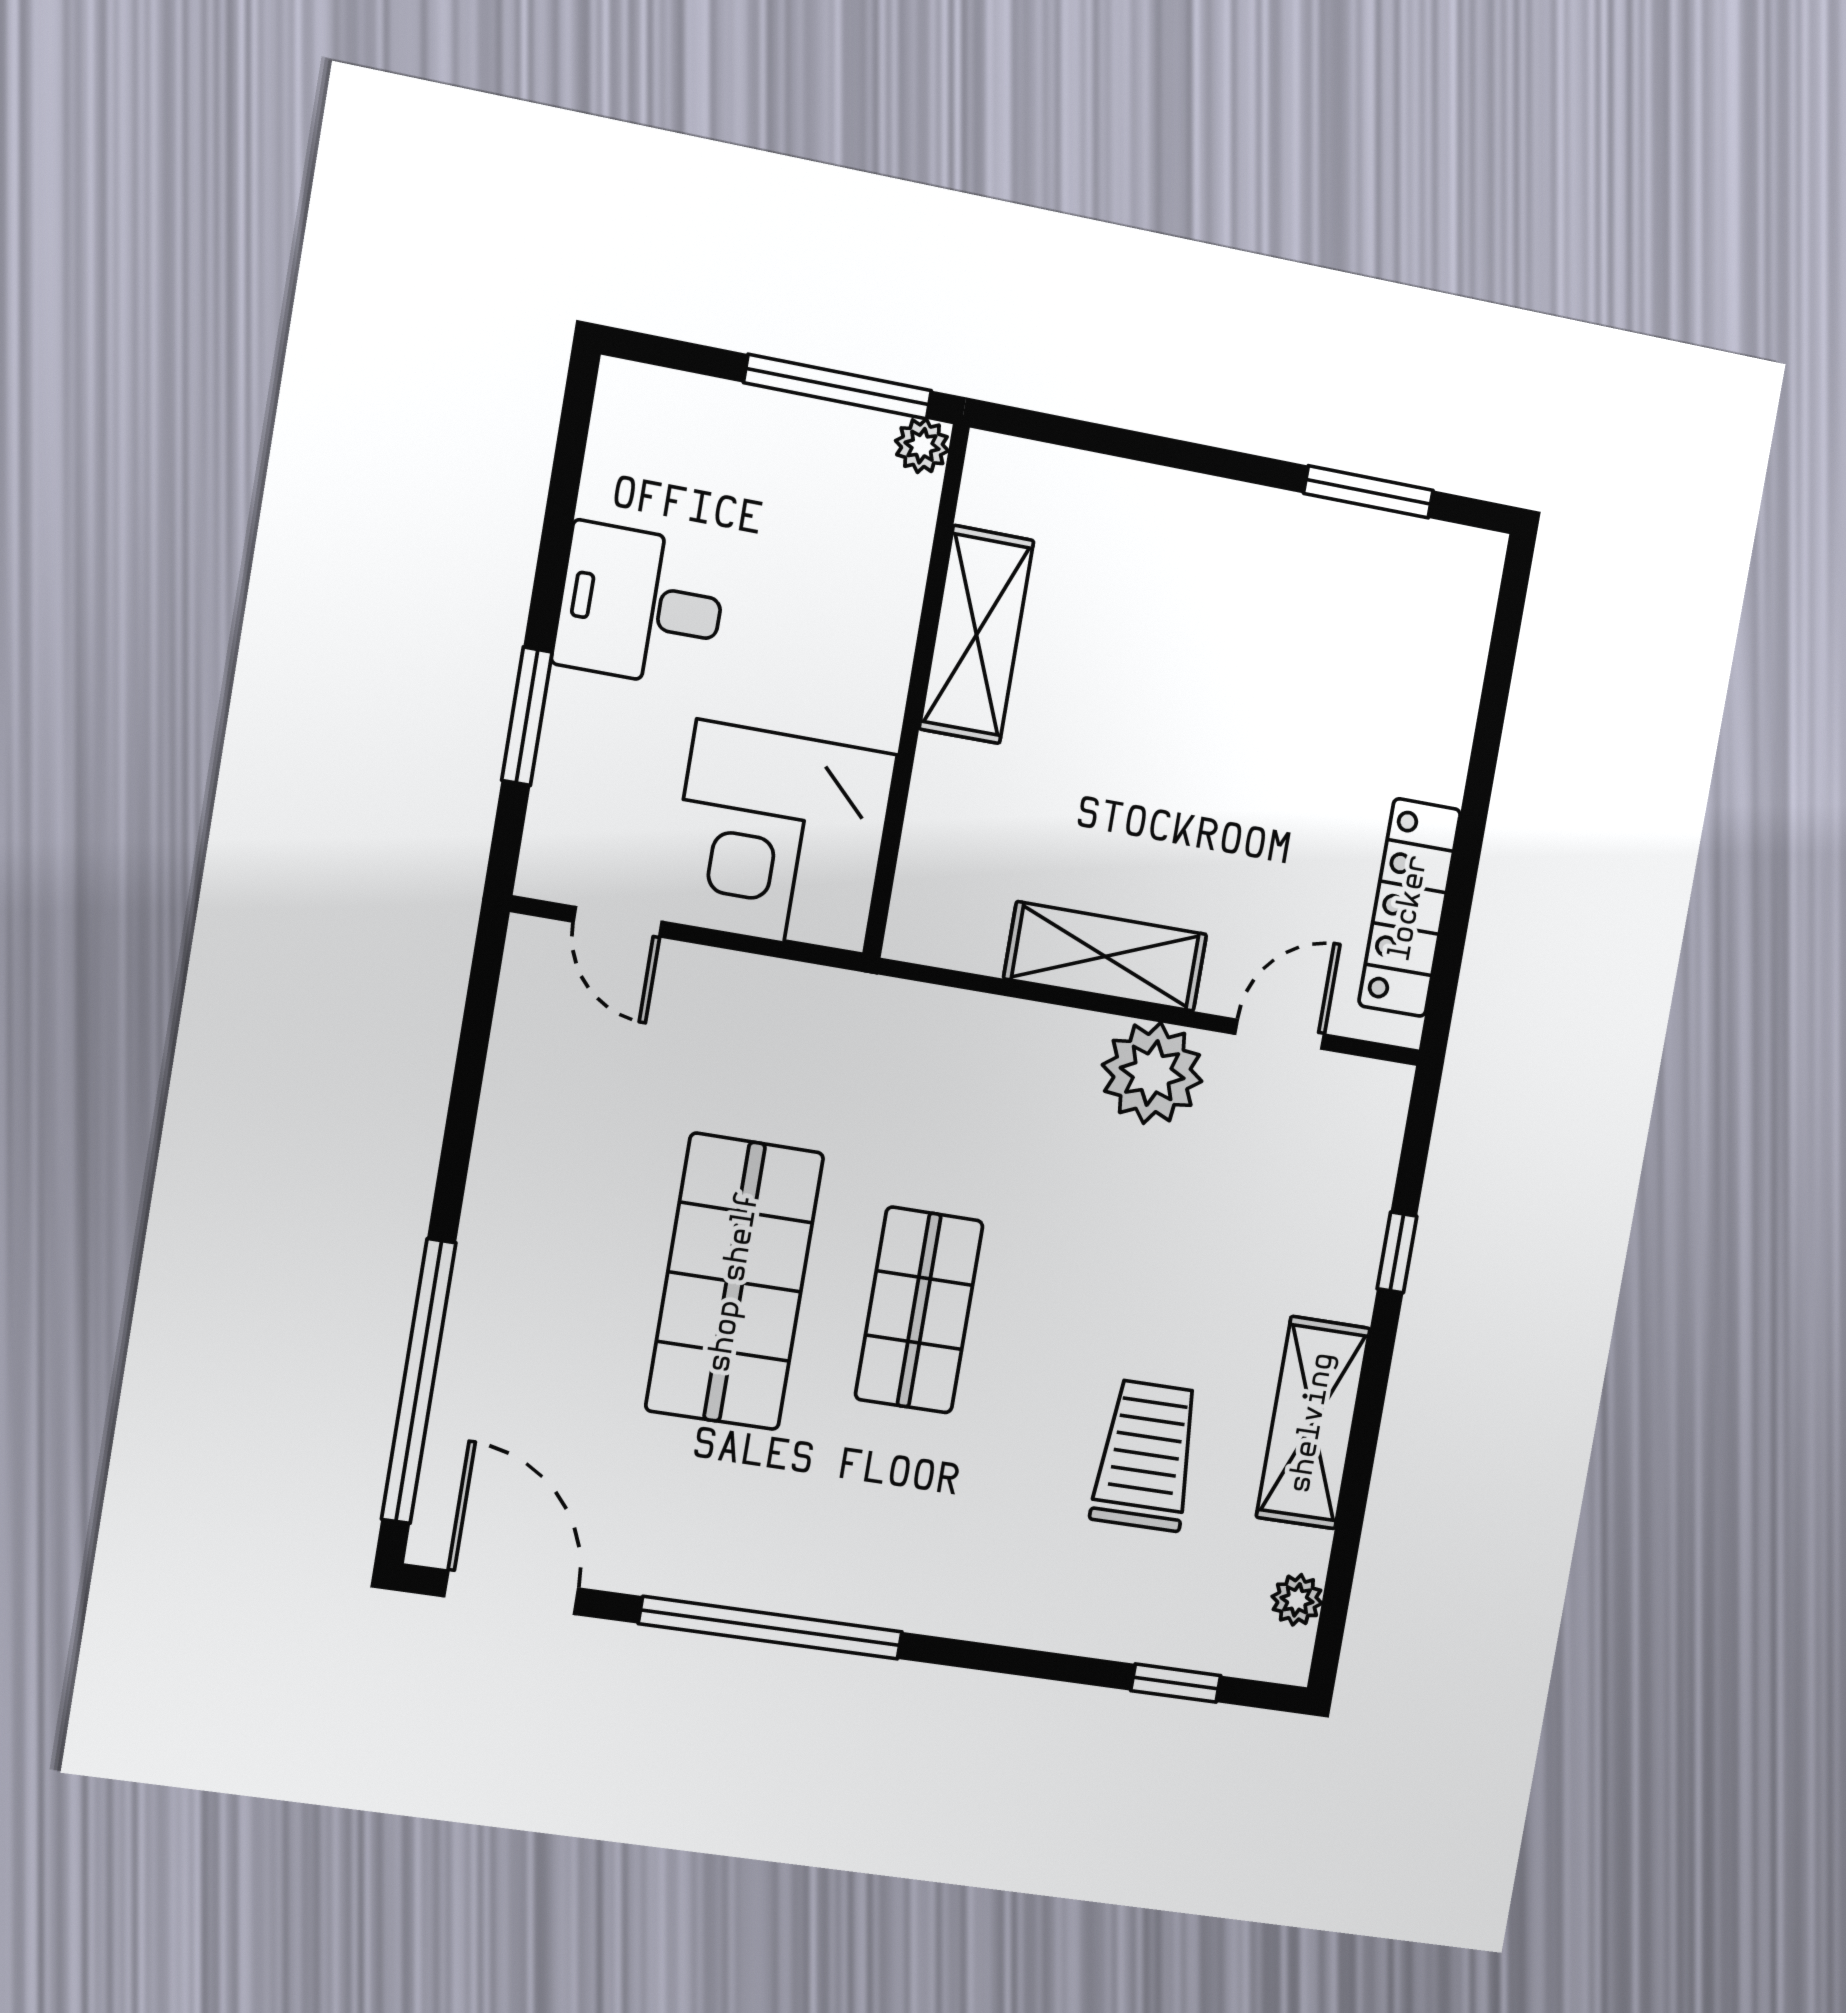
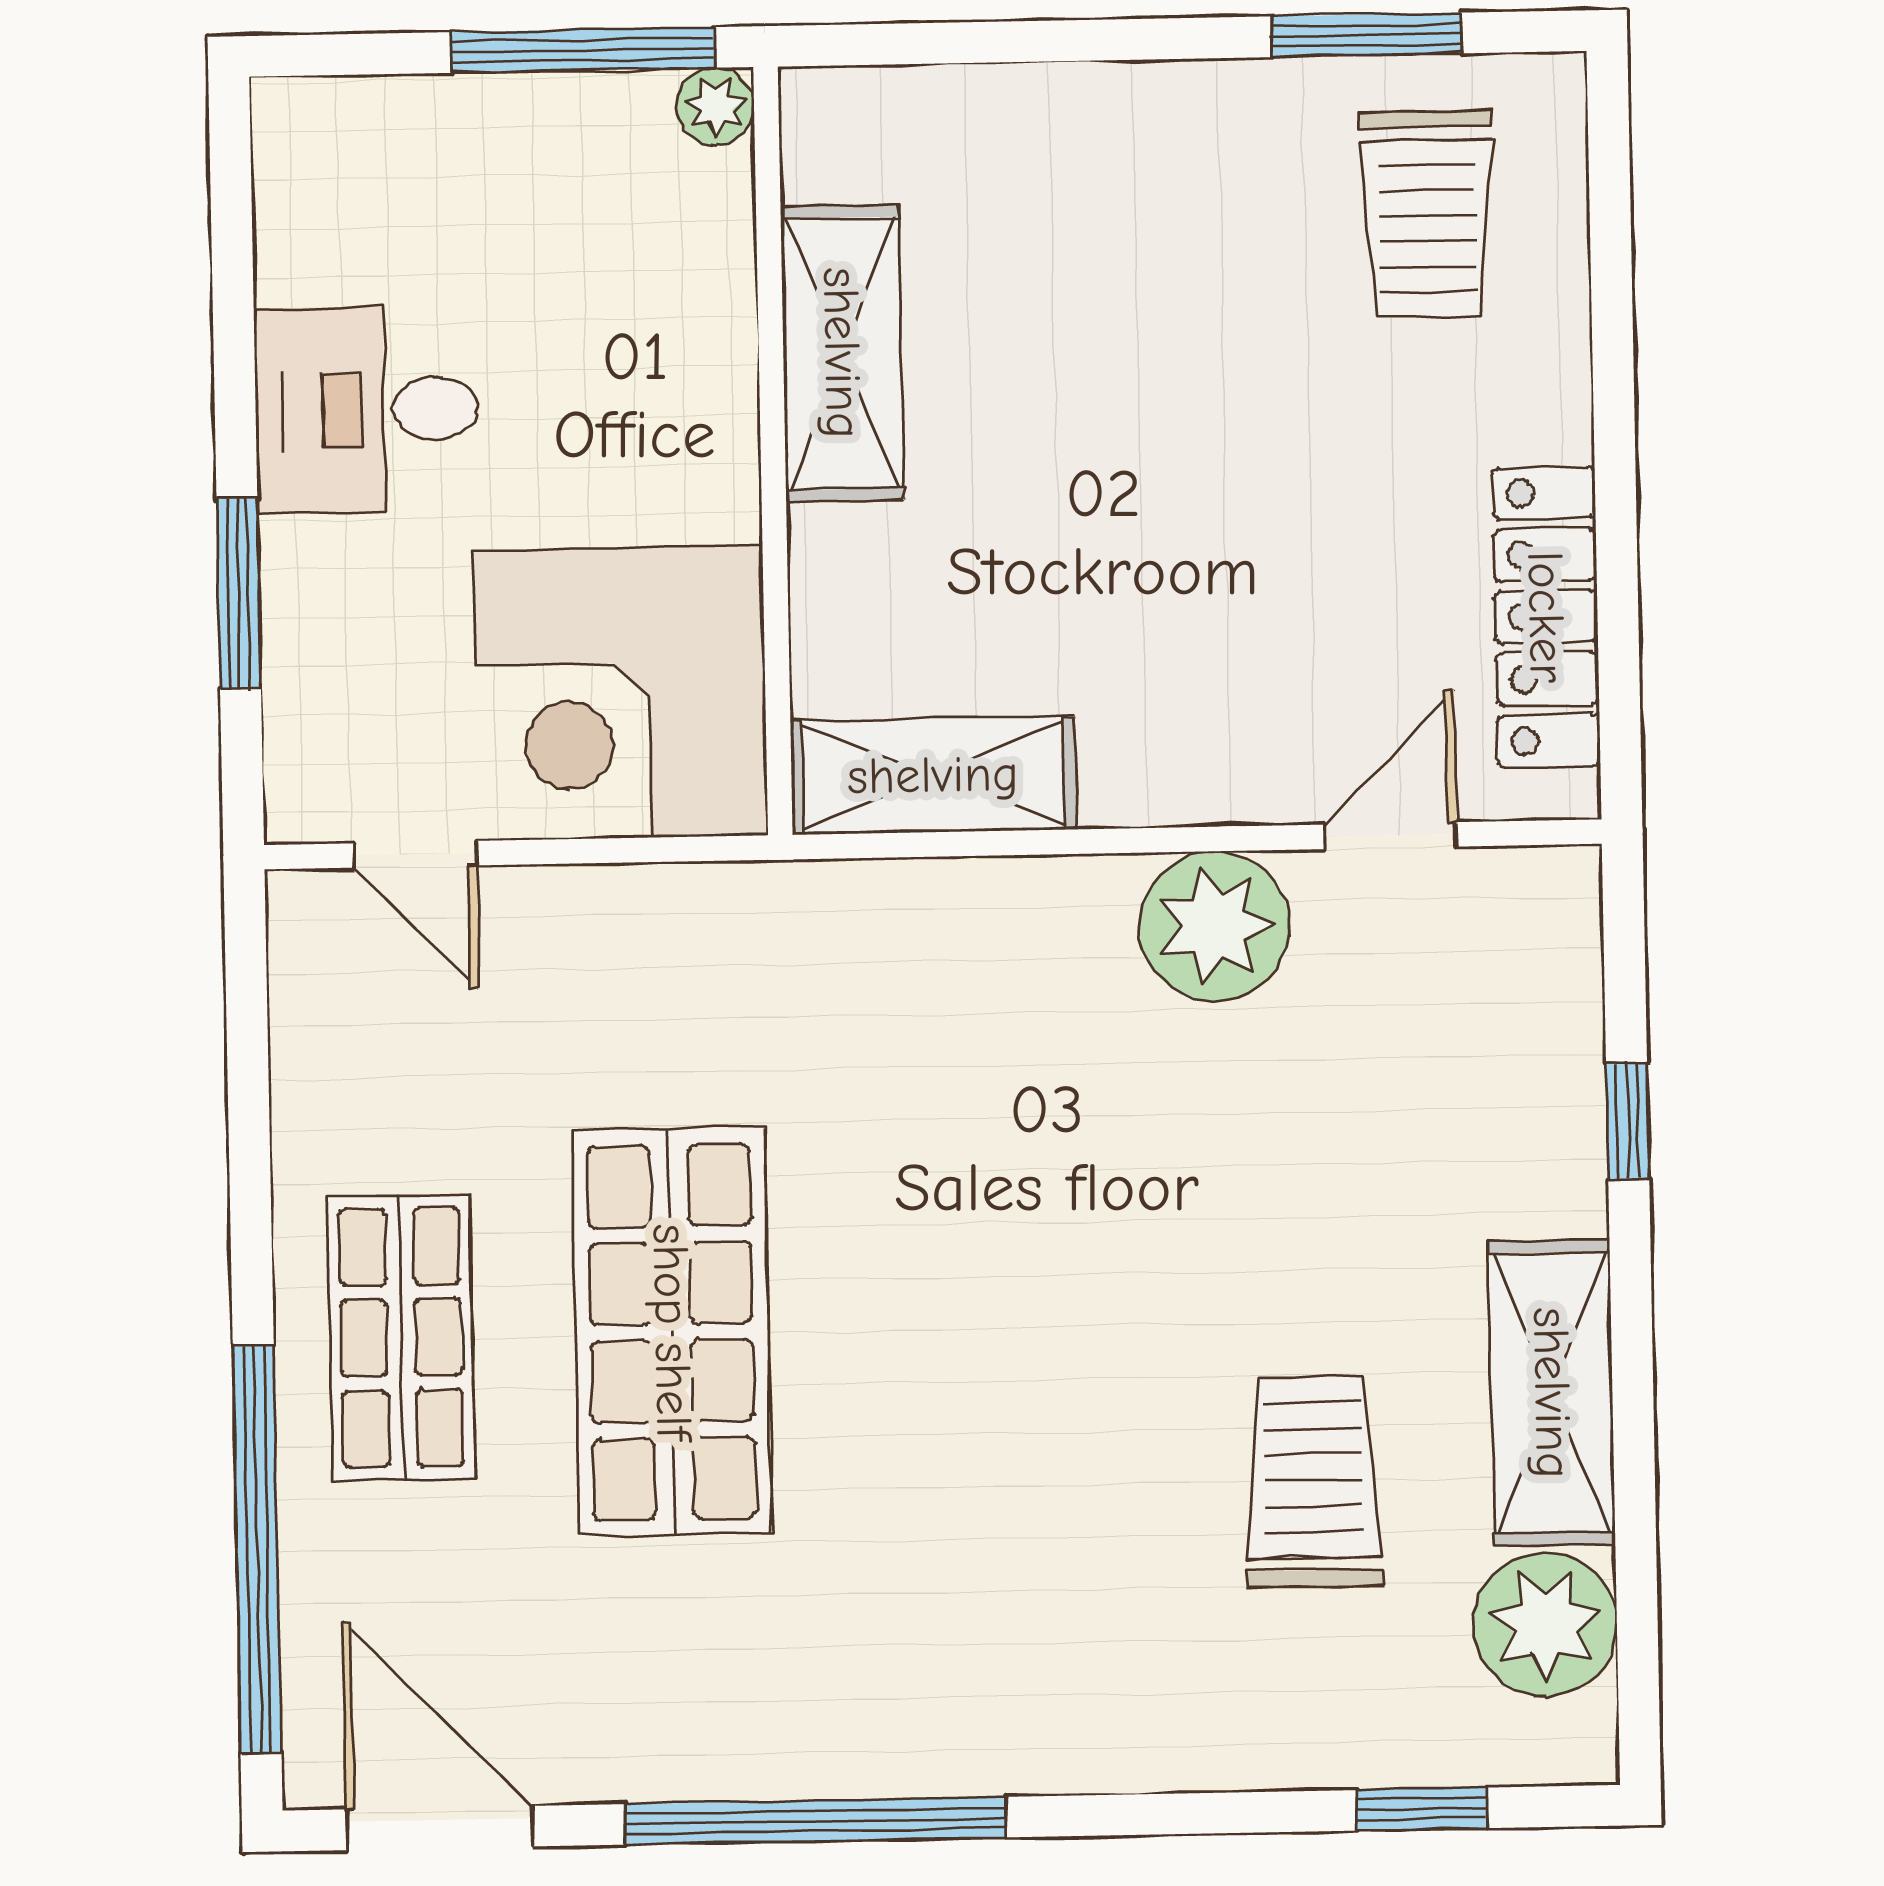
trolley: (1384, 621) -> (1427, 214), added
shelving: (1105, 956) -> (933, 775), moved
shop shelf: (919, 1310) -> (401, 1338), moved
plant: (1297, 1600) -> (1545, 1625), width x1.88, depth x1.88

